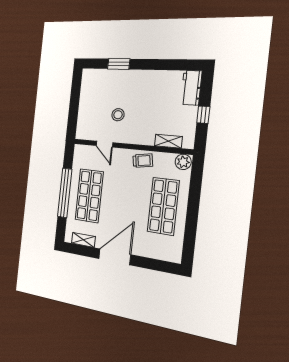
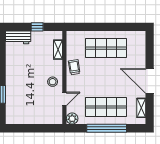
stool: (118, 115) -> (53, 82), moved
plant: (183, 162) -> (72, 119), moved

